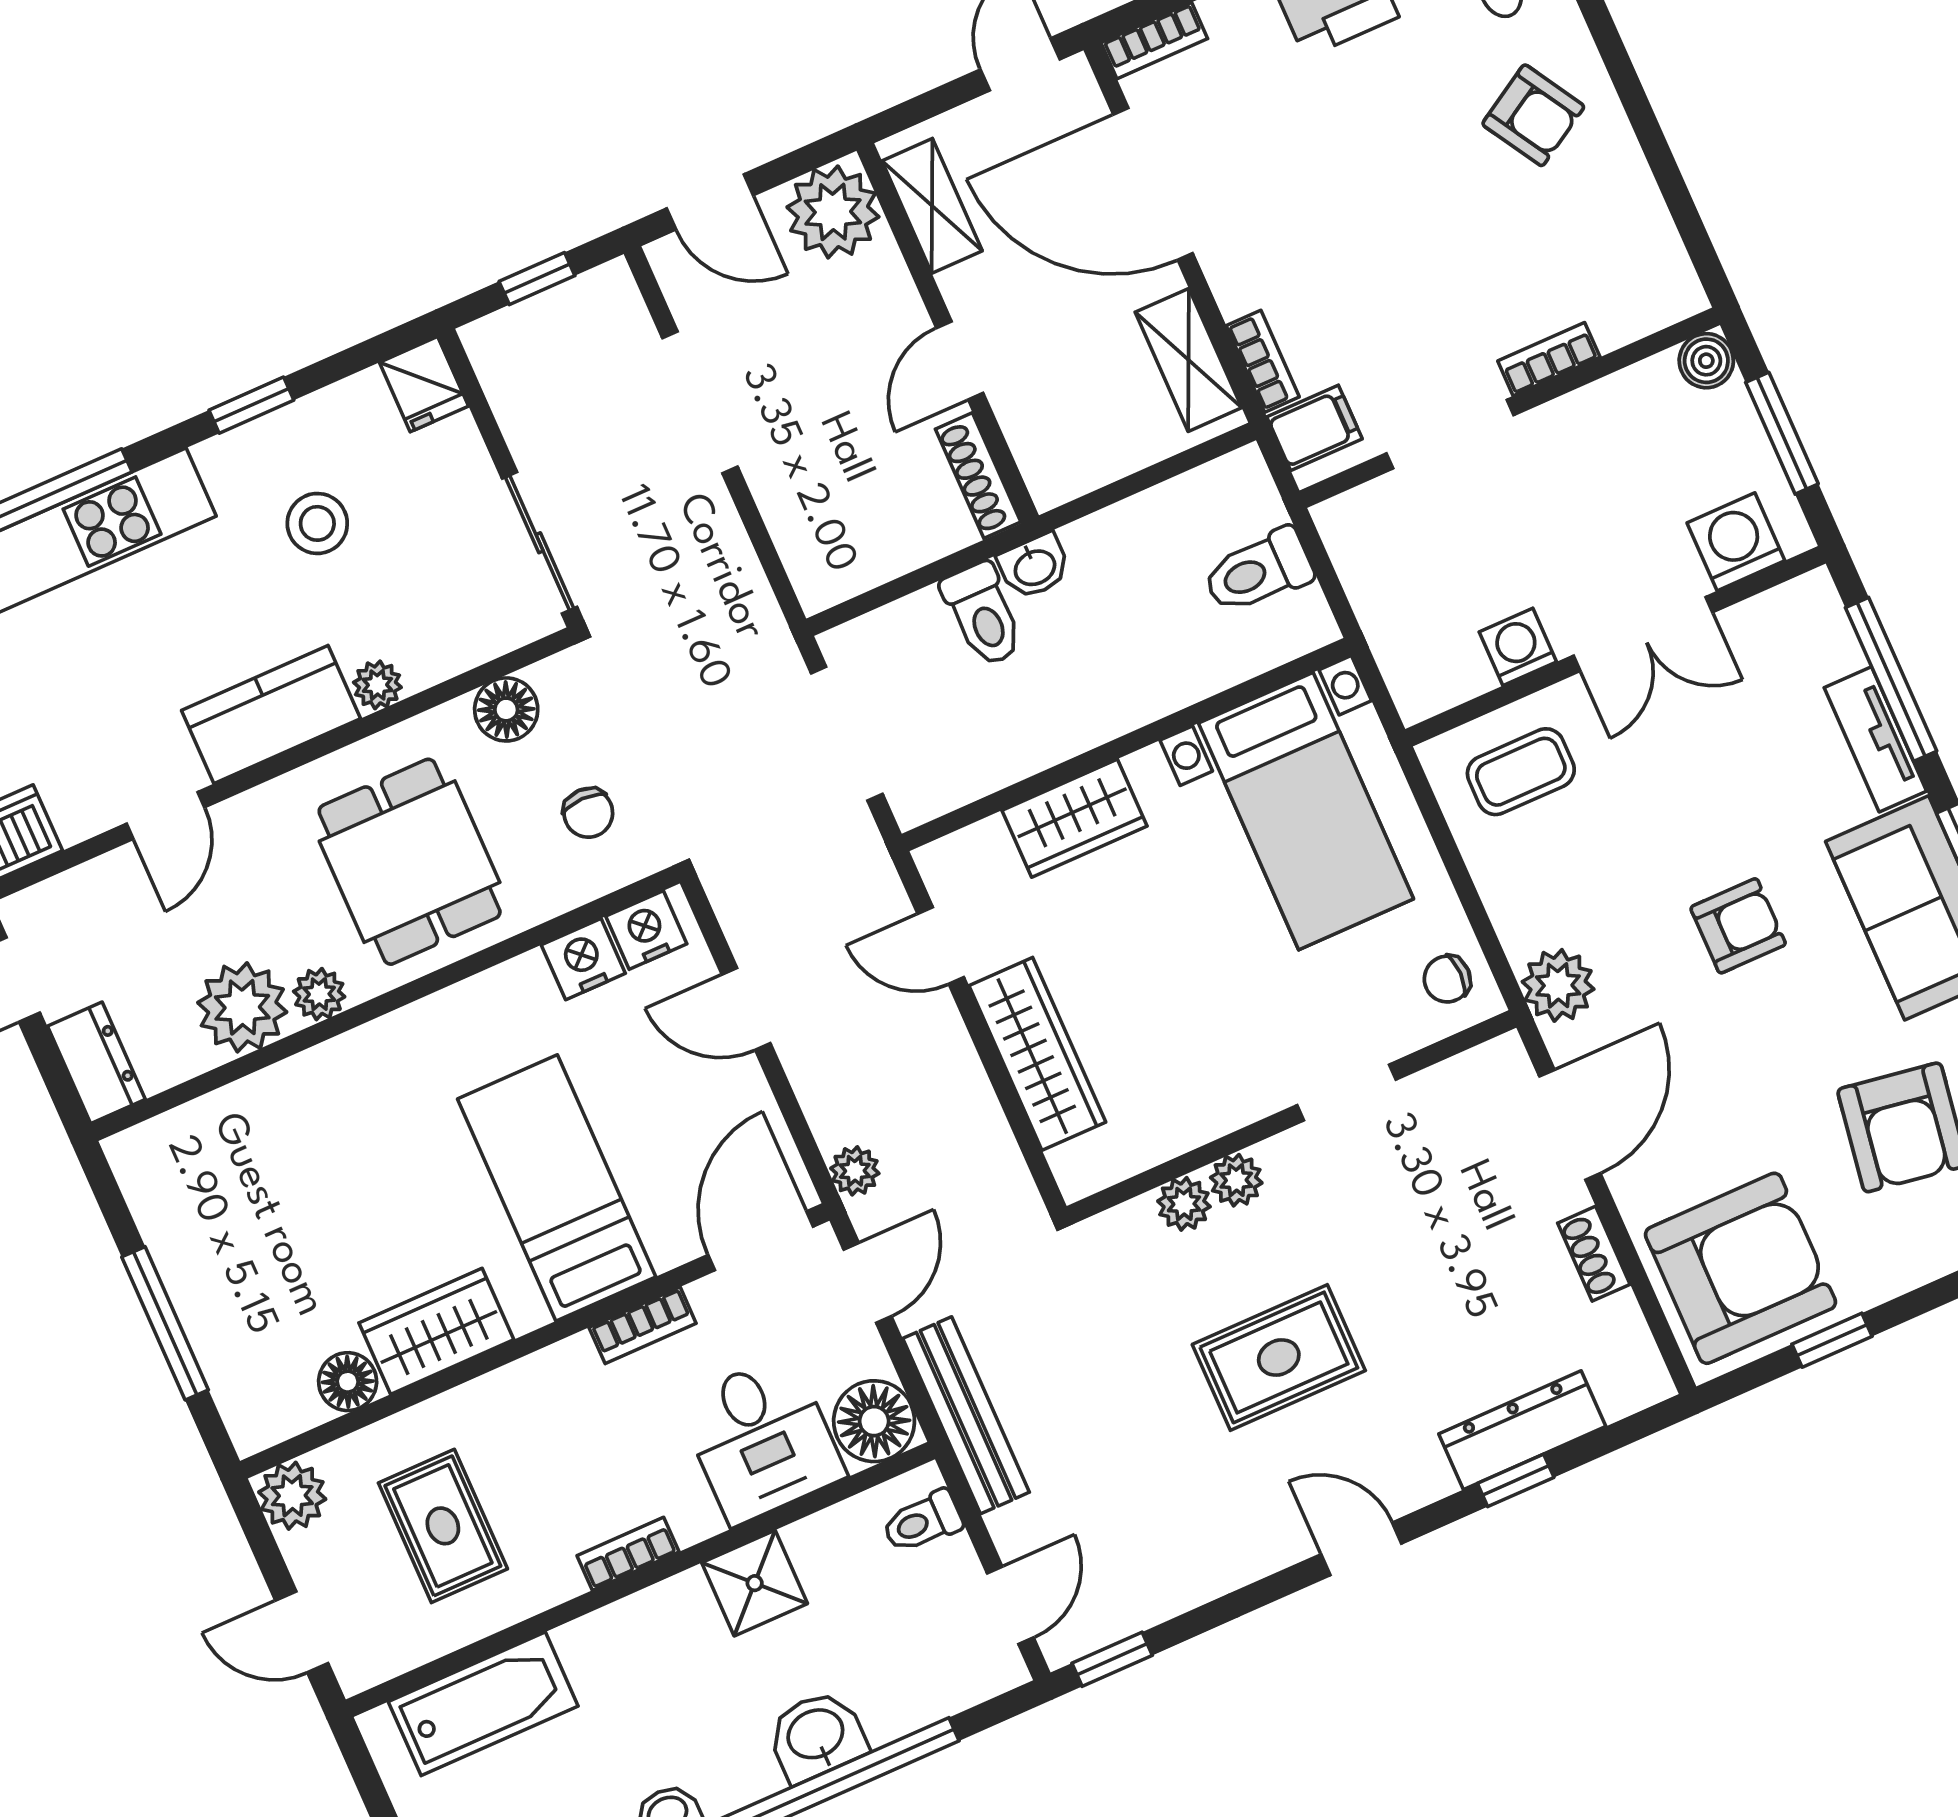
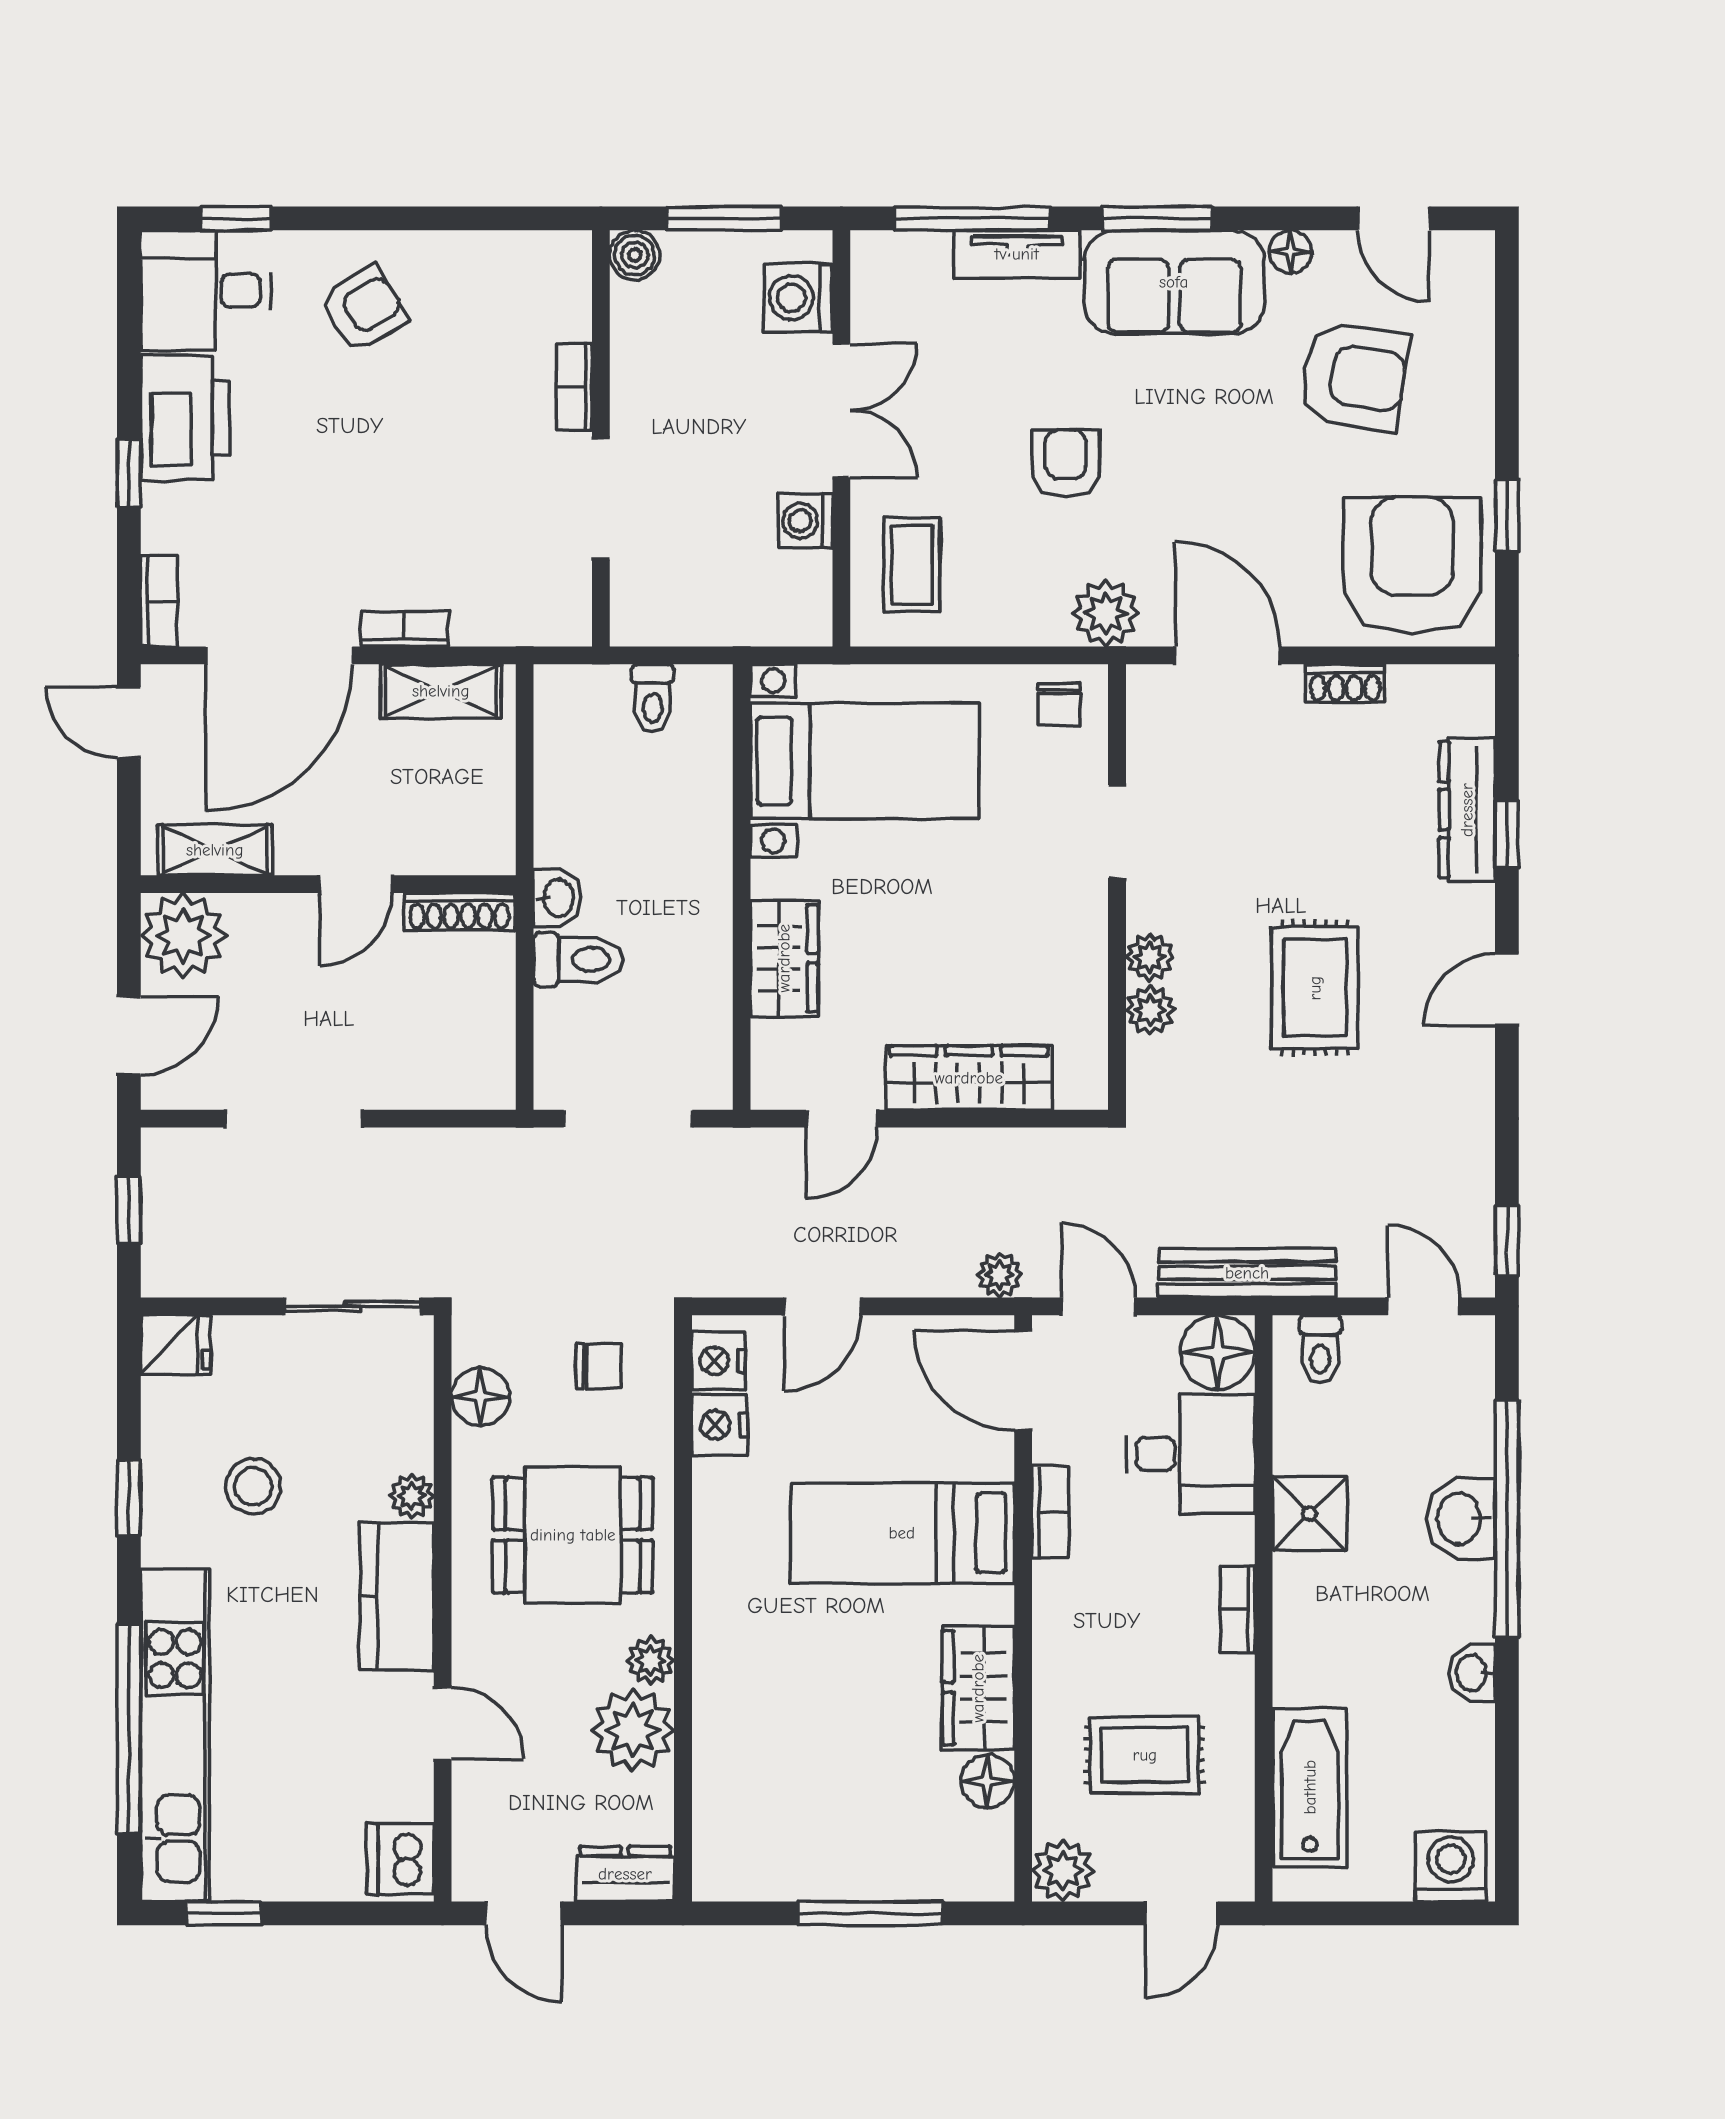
door: (960, 360) -> (356, 884), hinge flipped
bookcase: (1263, 361) -> (404, 629), moved
filing cabinet: (1315, 428) -> (545, 610), removed
toilet: (1258, 571) -> (653, 698), width x0.73, depth x0.72
armchair: (1738, 926) -> (1066, 464), moved

